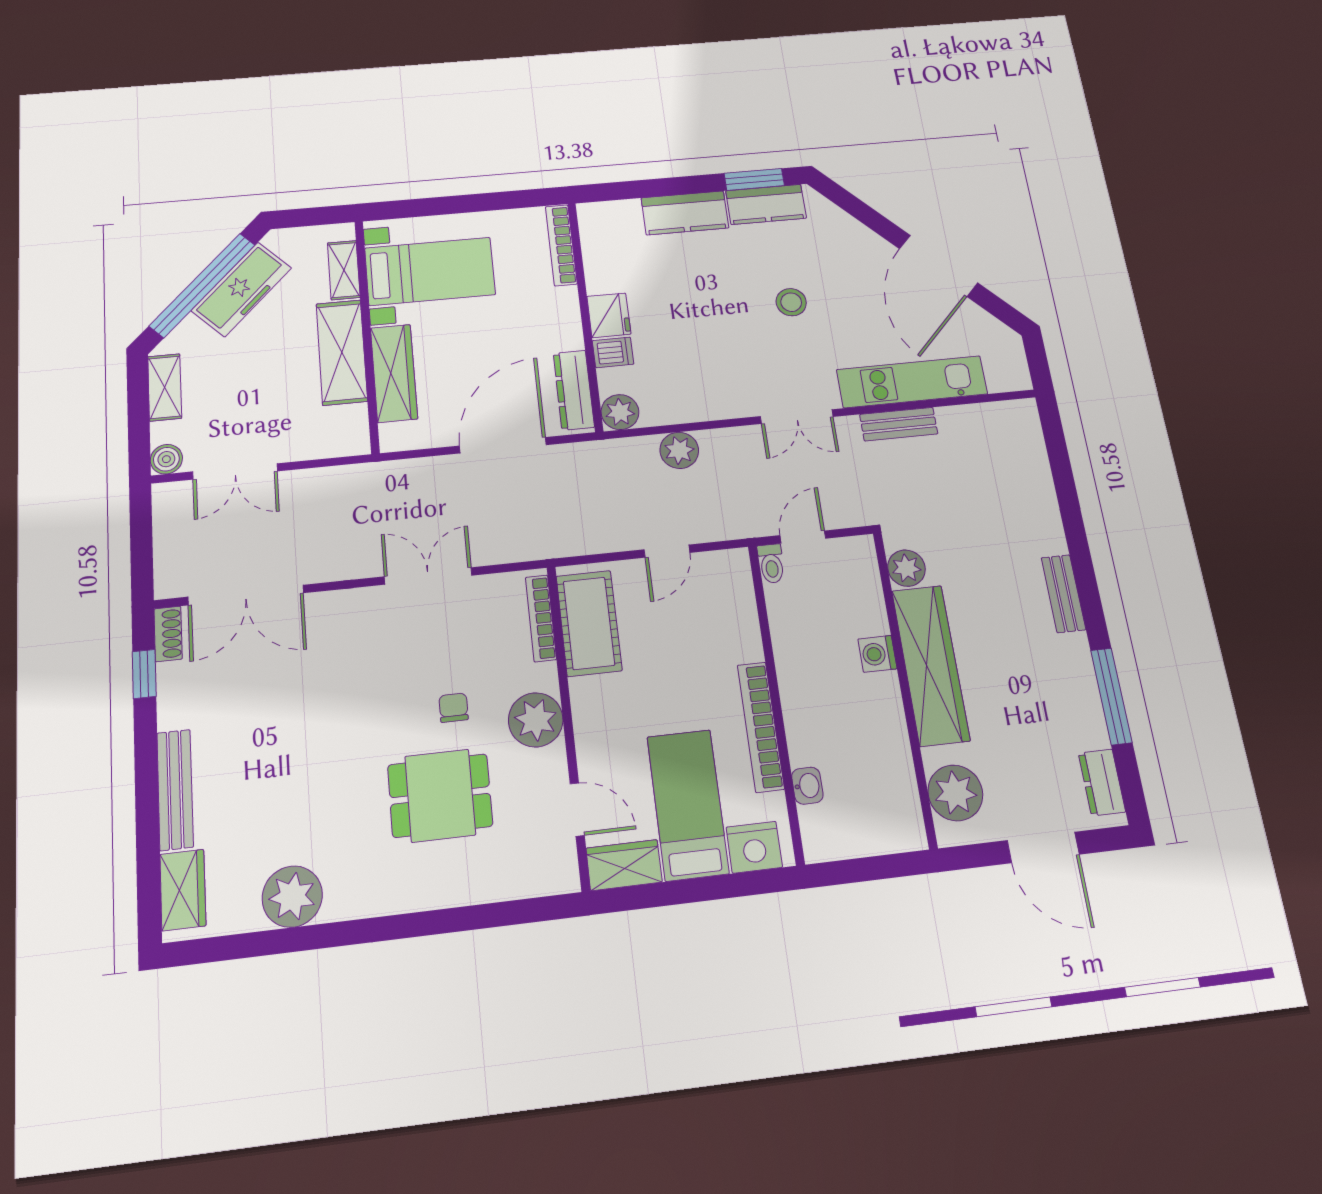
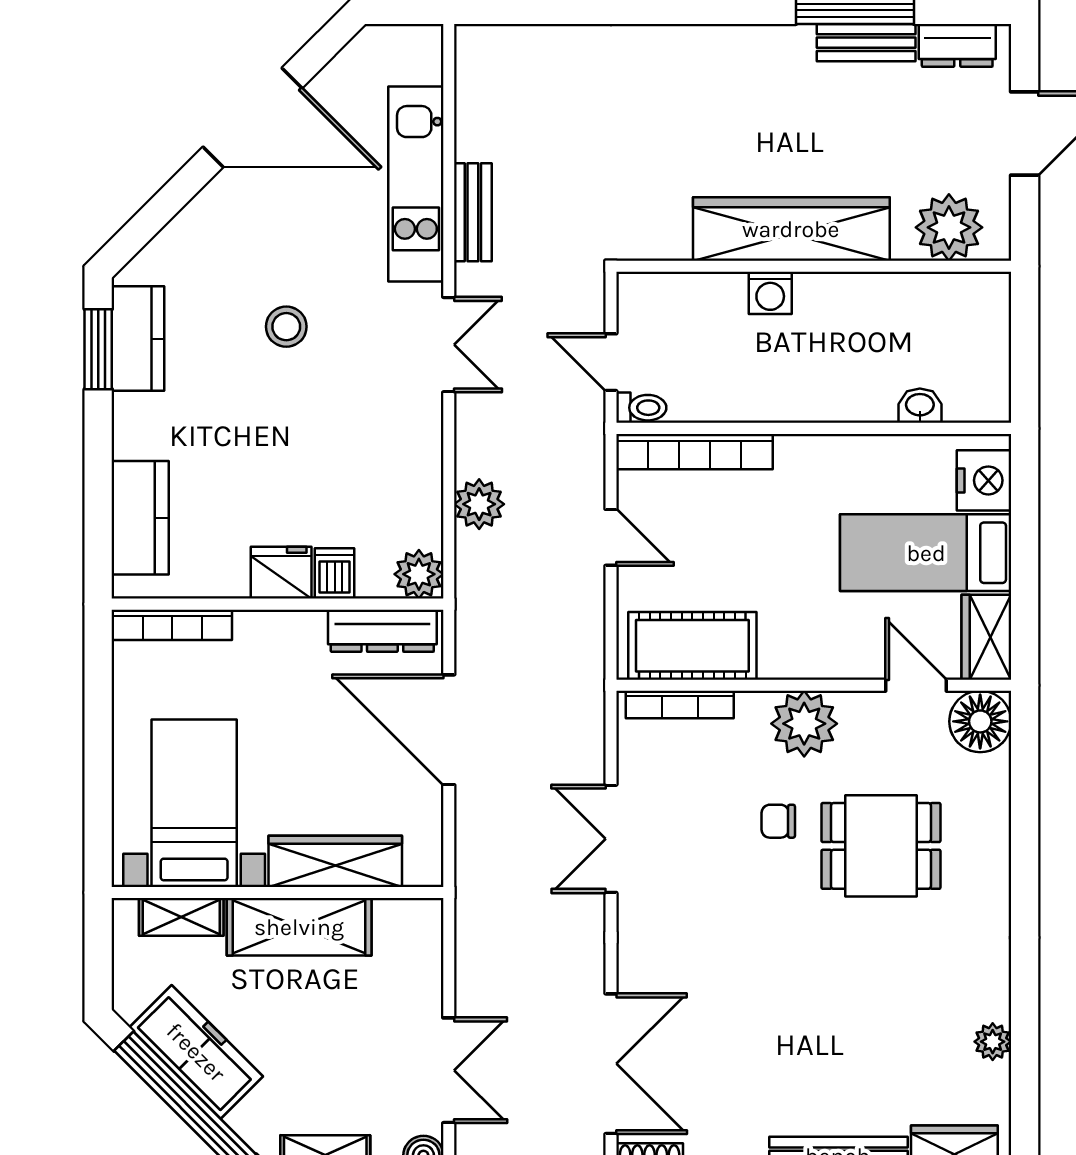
kitchen counter: (685, 213) -> (140, 518), moved
plant: (906, 568) -> (666, 237), removed
bench: (1063, 594) -> (866, 43), moved
bookcase: (761, 727) -> (694, 452), moved
dining table: (440, 795) -> (881, 846), turned 90
door: (577, 810) -> (916, 685), hinge flipped
floor lamp: (553, 868) -> (980, 721), added
plant: (292, 897) -> (993, 1042), width x0.53, depth x0.53

